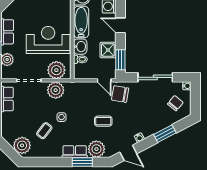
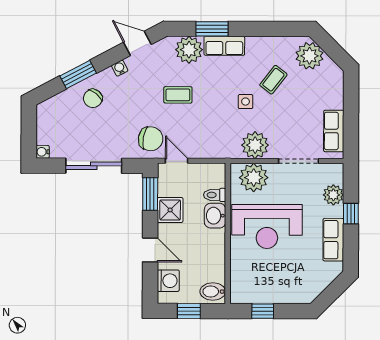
bathtub: (81, 22) -> (213, 255), removed
chair: (175, 103) -> (93, 98), moved

